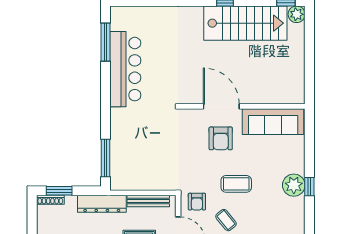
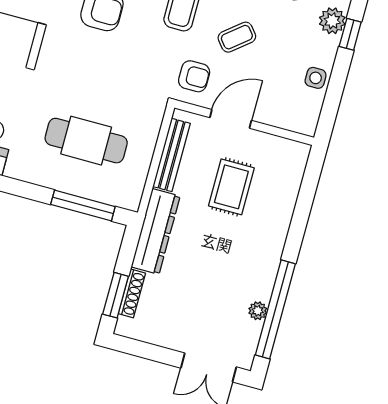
cafe table: (143, 150) -> (86, 141), added
shoe rack: (50, 200) -> (132, 293), moved

